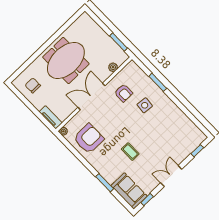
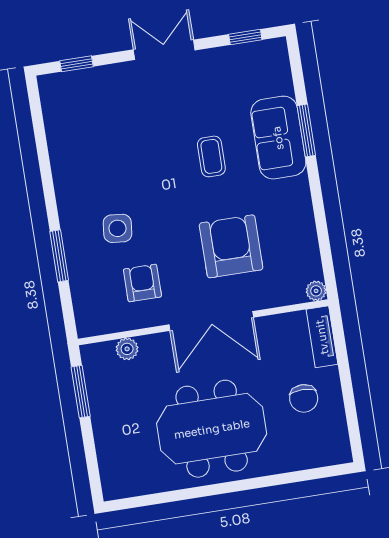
chair: (33, 85) -> (304, 398), moved
armchair: (89, 139) -> (231, 246), moved, turned 90
double door: (171, 176) -> (164, 50), swing flipped
sofa: (129, 191) -> (278, 138), moved

